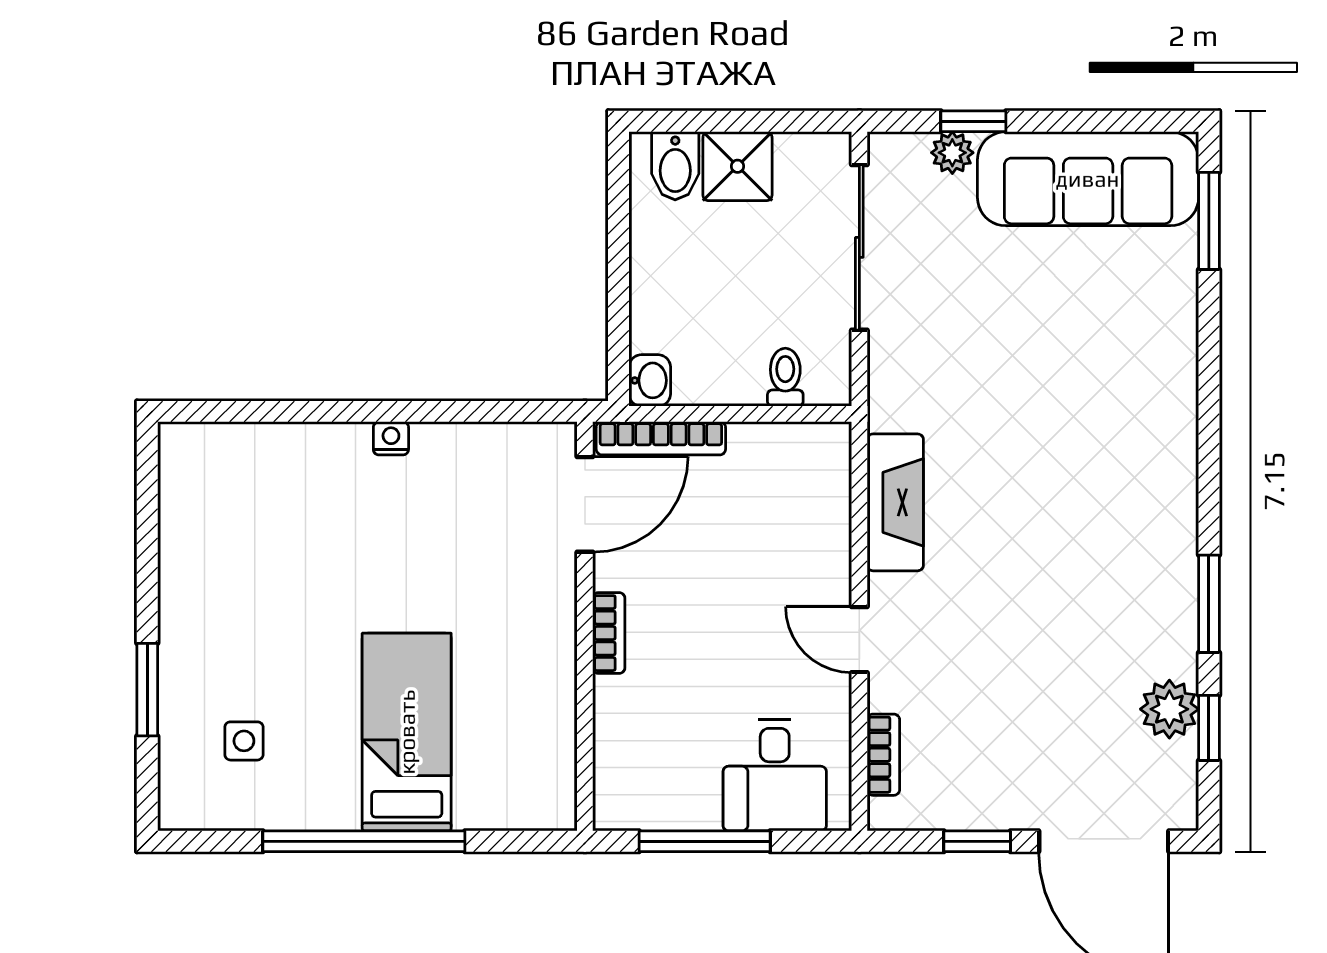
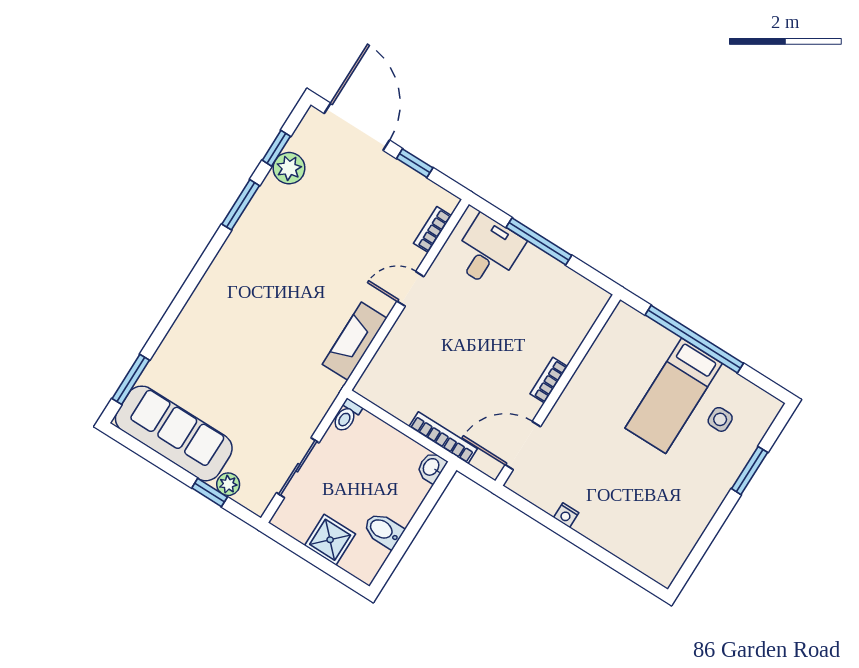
bidet: (675, 166) -> (383, 530), moved, turned -90
sliding door: (859, 247) -> (298, 468), width x0.73
toilet: (785, 377) -> (347, 416), moved
door: (585, 504) -> (523, 446), moved
wall: (585, 626) -> (558, 390), moved
bookcase: (609, 633) -> (549, 380), moved
door: (859, 640) -> (410, 289), swing flipped
bed: (407, 732) -> (674, 396), moved

